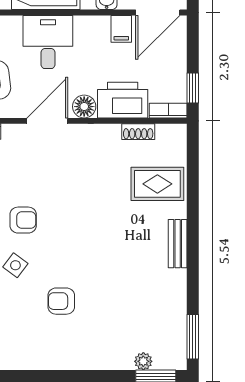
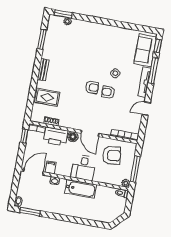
door: (47, 121) -> (90, 133), hinge flipped
armchair: (61, 301) -> (92, 87), moved
window: (193, 337) -> (42, 39), moved

